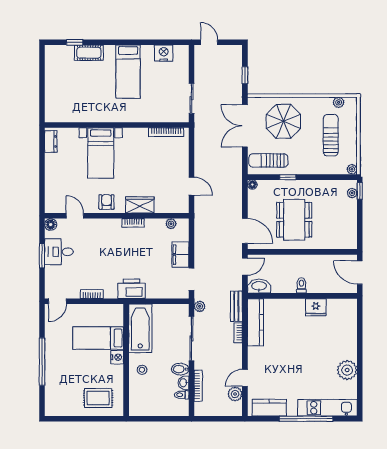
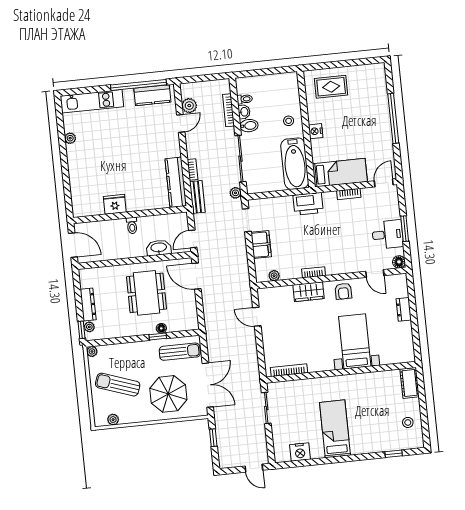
cot: (89, 53) -> (410, 383), moved, turned 90
stool: (58, 71) -> (408, 422), added
sun lounger: (331, 135) -> (118, 385), turned 109
dresser: (51, 141) -> (404, 309), moved
floor lamp: (252, 185) -> (161, 328), moved
dresser: (351, 214) -> (88, 305), added
washbasin: (259, 286) -> (159, 248), moved, turned 180
bed: (98, 338) -> (340, 173), moved
plant: (347, 370) -> (70, 138), width x0.53, depth x0.53
window: (306, 419) -> (139, 85), moved

